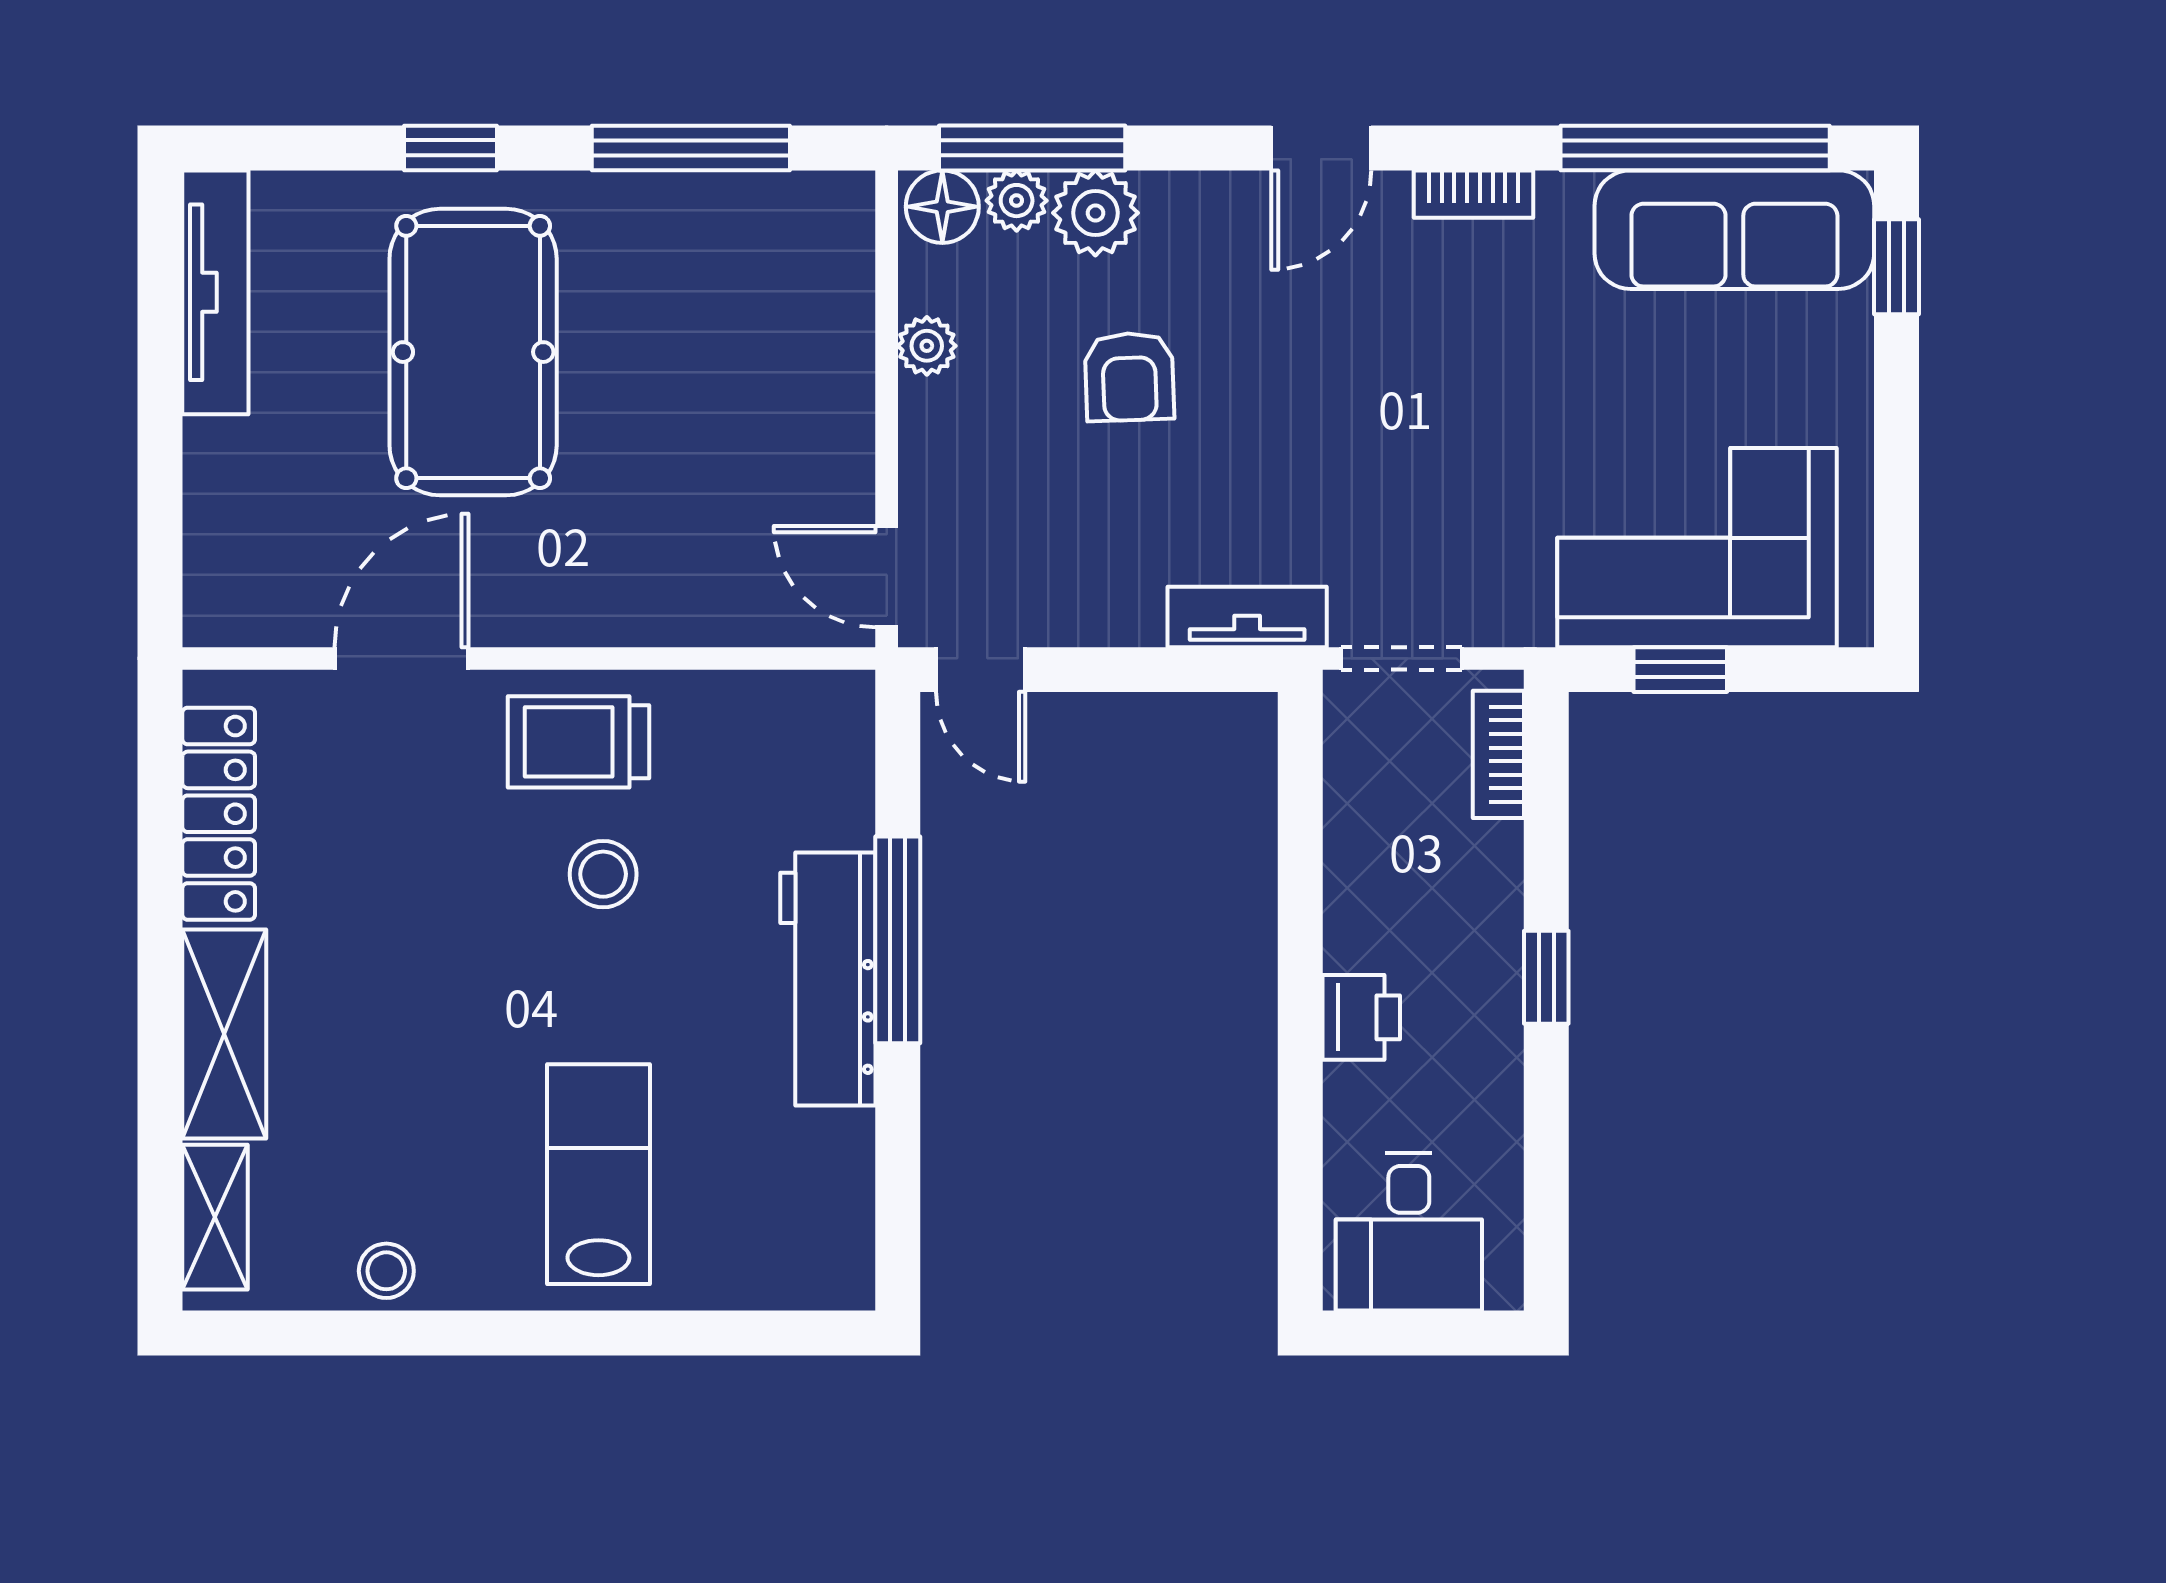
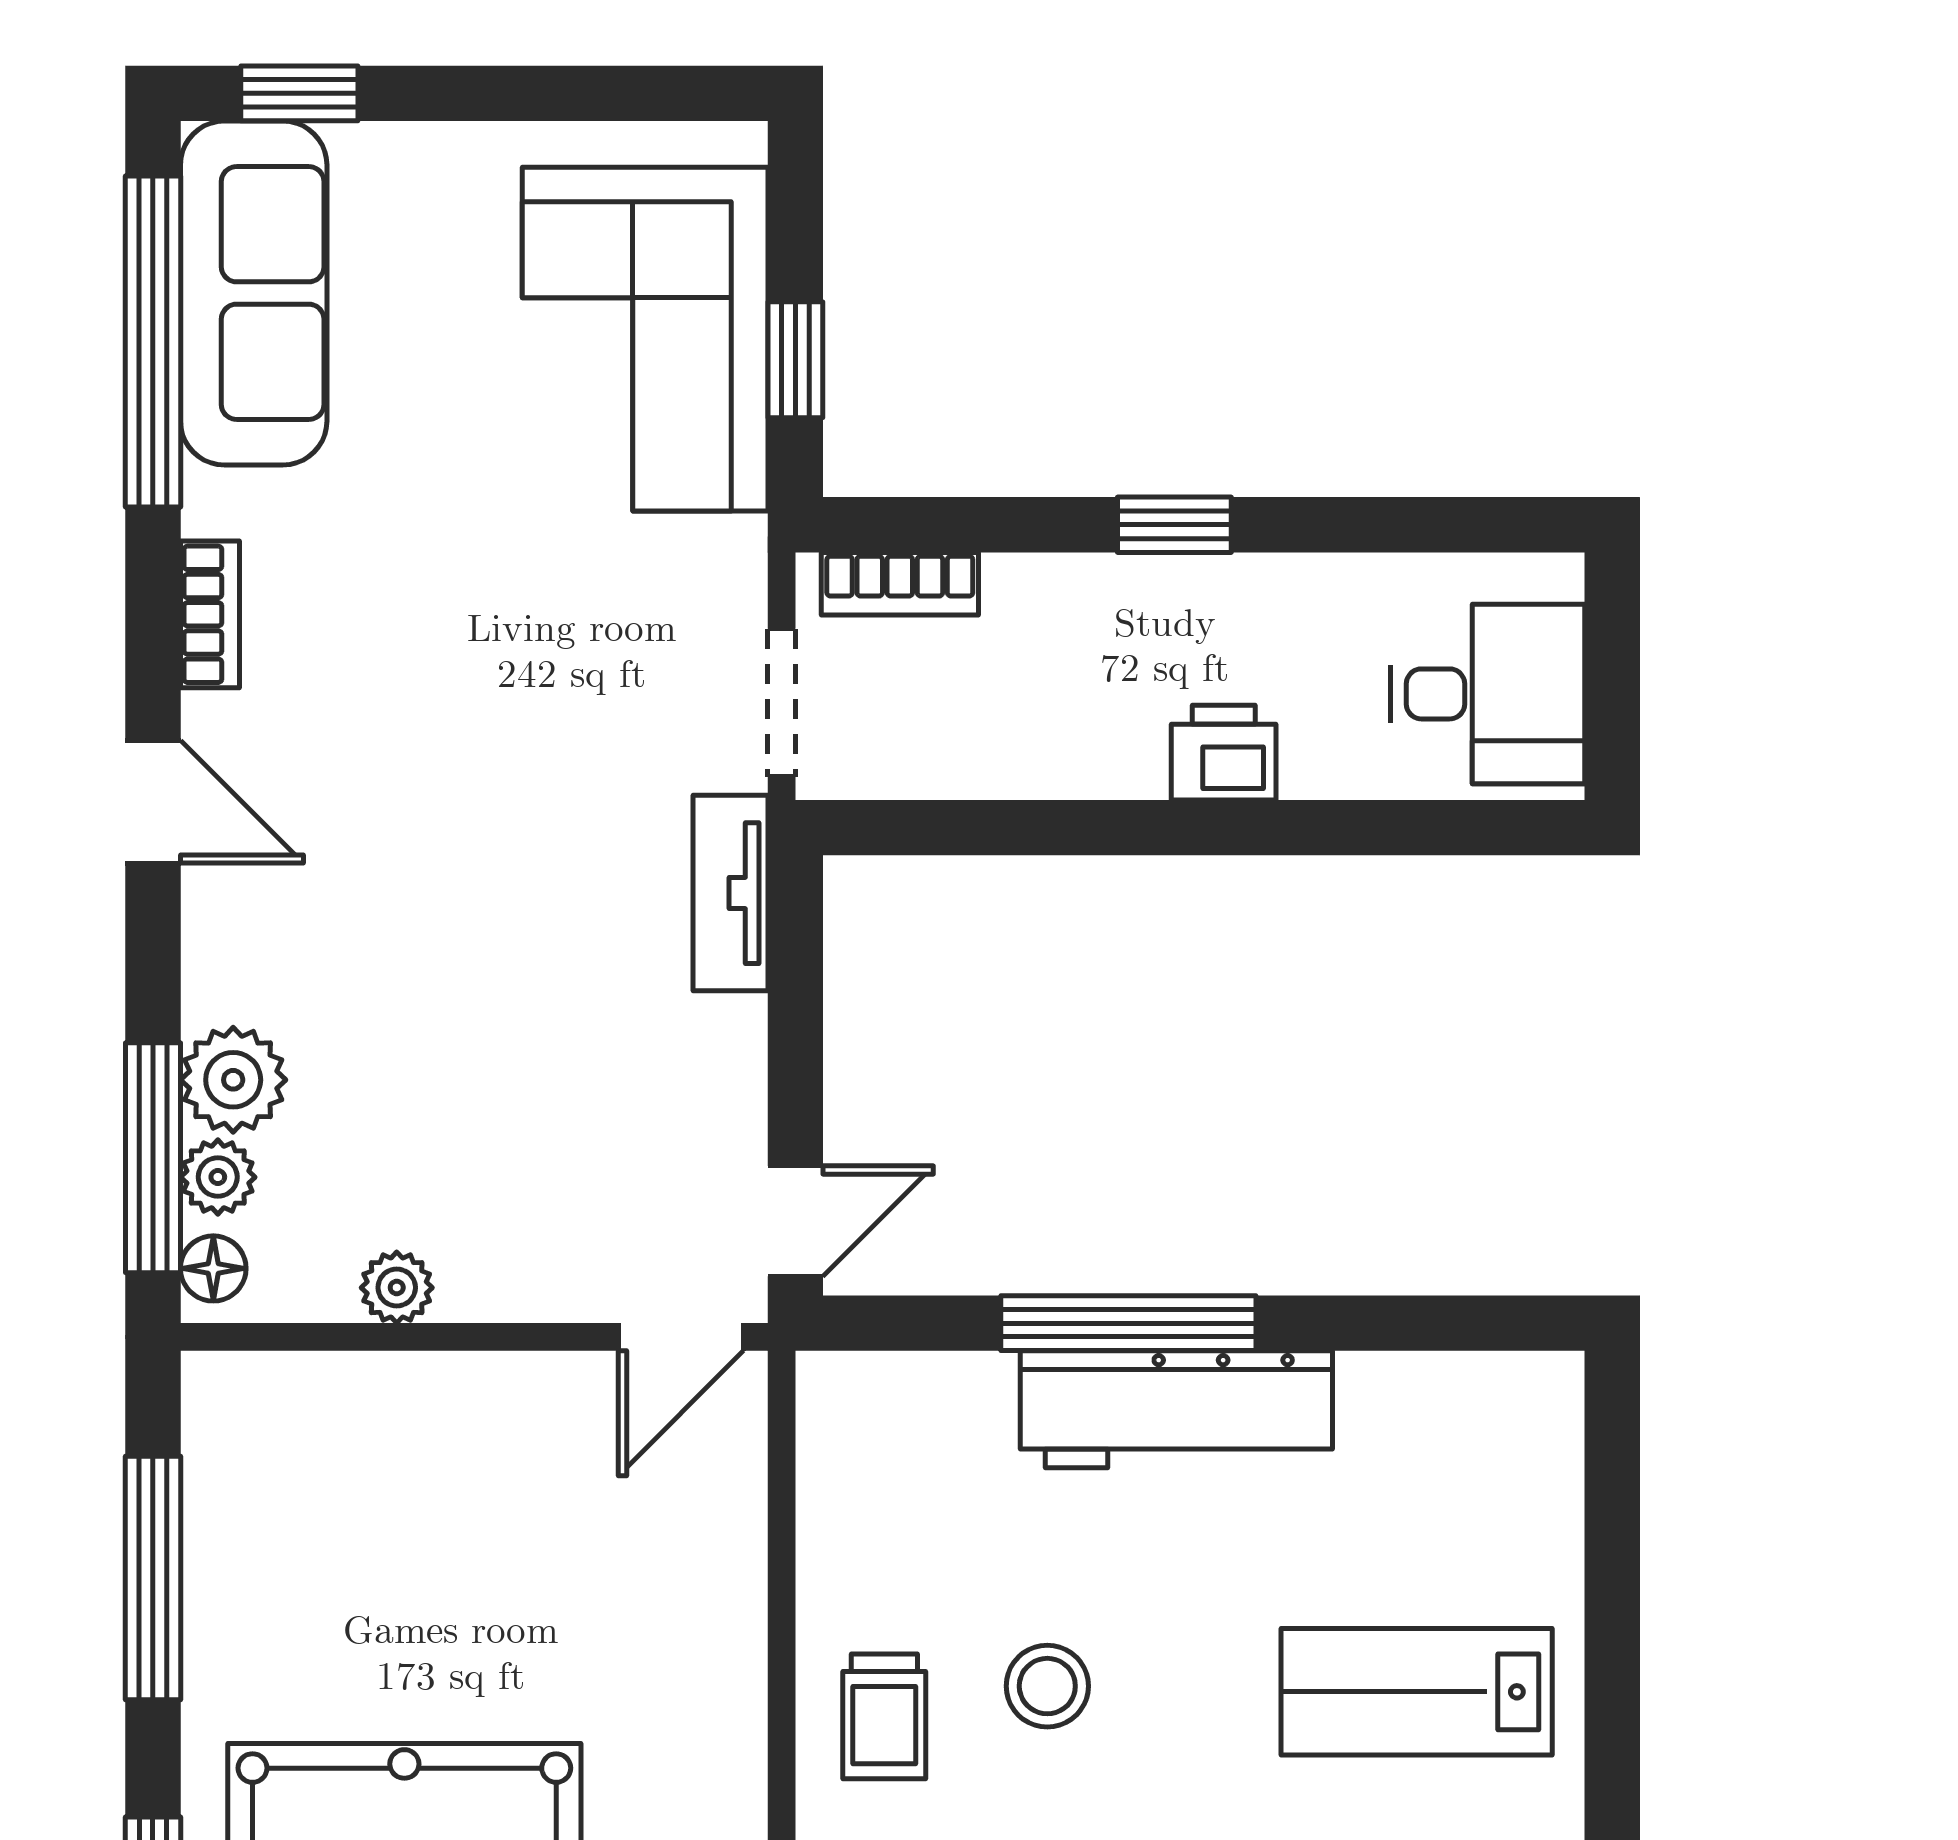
floor lamp: (942, 207) -> (213, 1268), width x0.73, depth x0.73
armchair: (1129, 377) -> (435, 1038), removed
trolley: (579, 742) -> (884, 1716), width x0.73, depth x0.72

